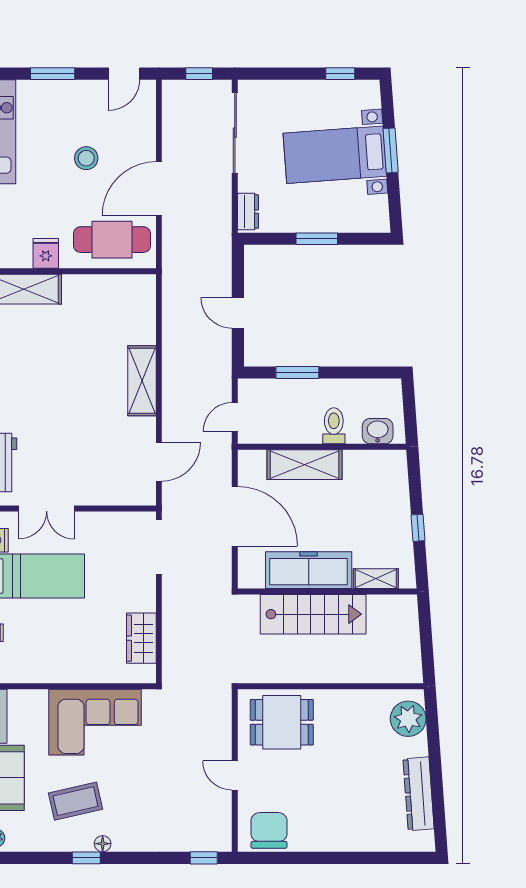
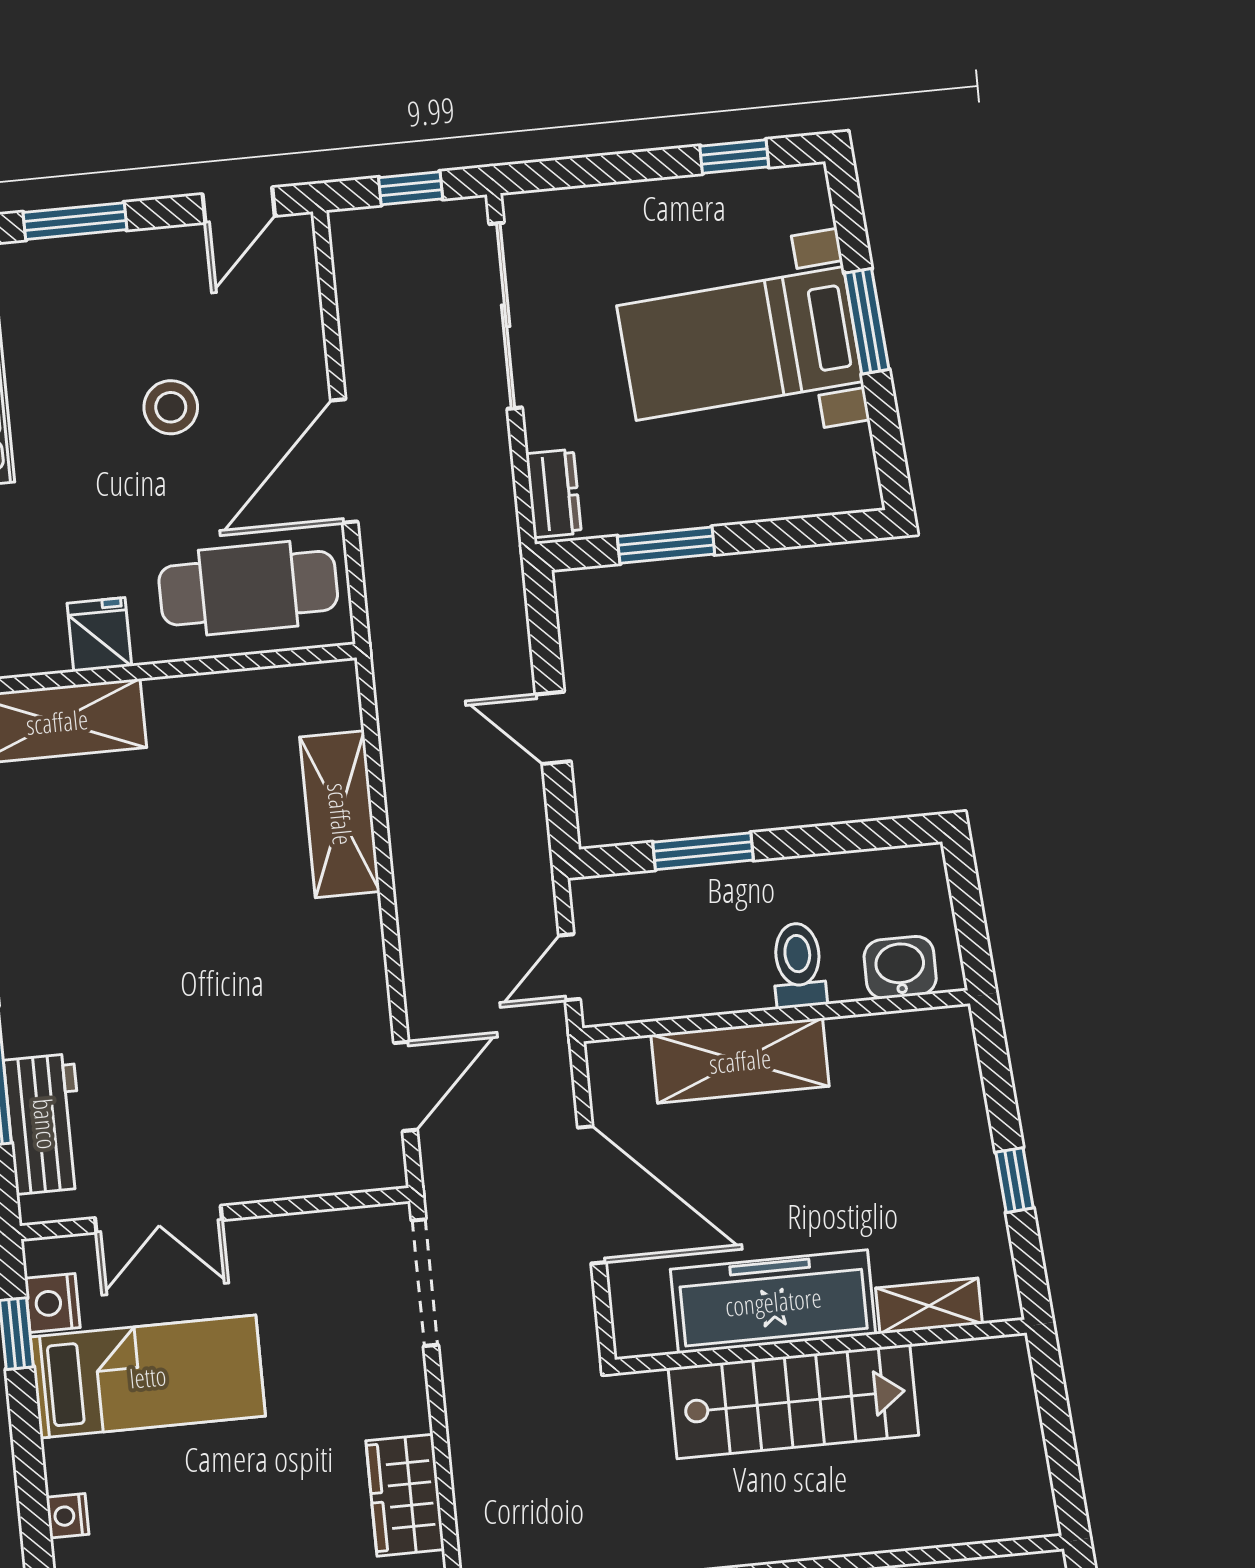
window: (317, 239) -> (666, 545), moved
shelving: (142, 381) -> (340, 814), moved

